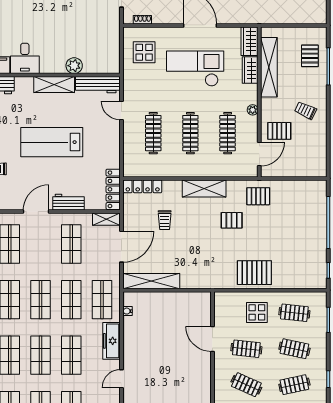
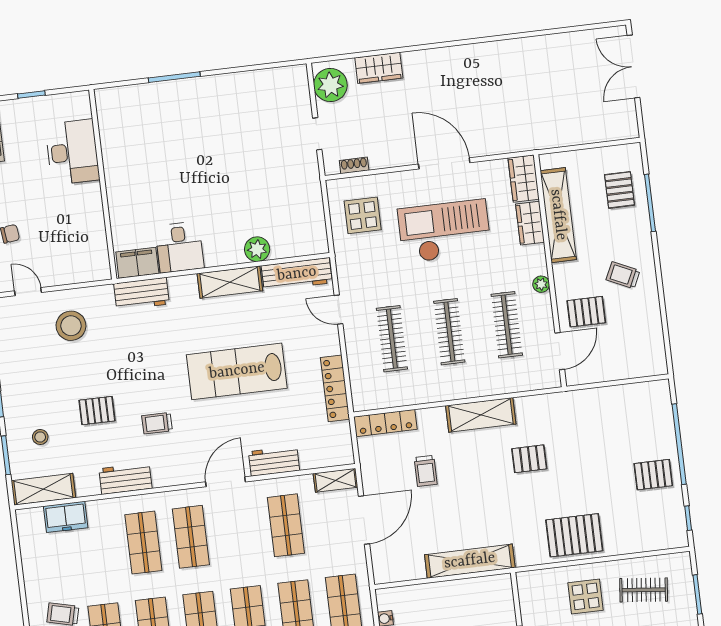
locker: (113, 189) -> (335, 388), moved
pallet: (258, 196) -> (653, 475), moved
shelving: (151, 281) -> (470, 561), moved

